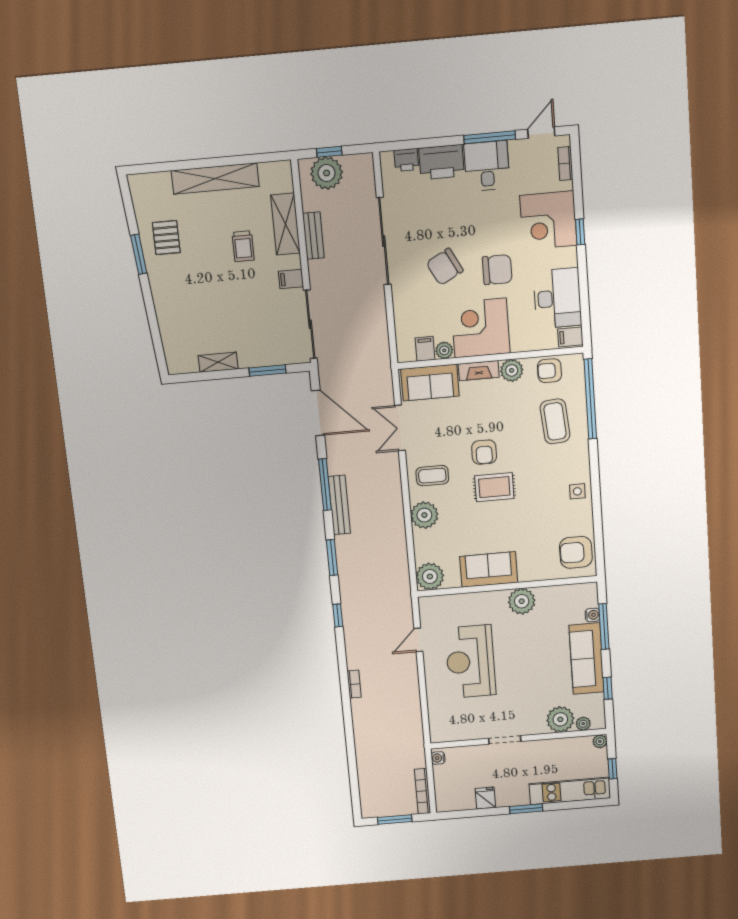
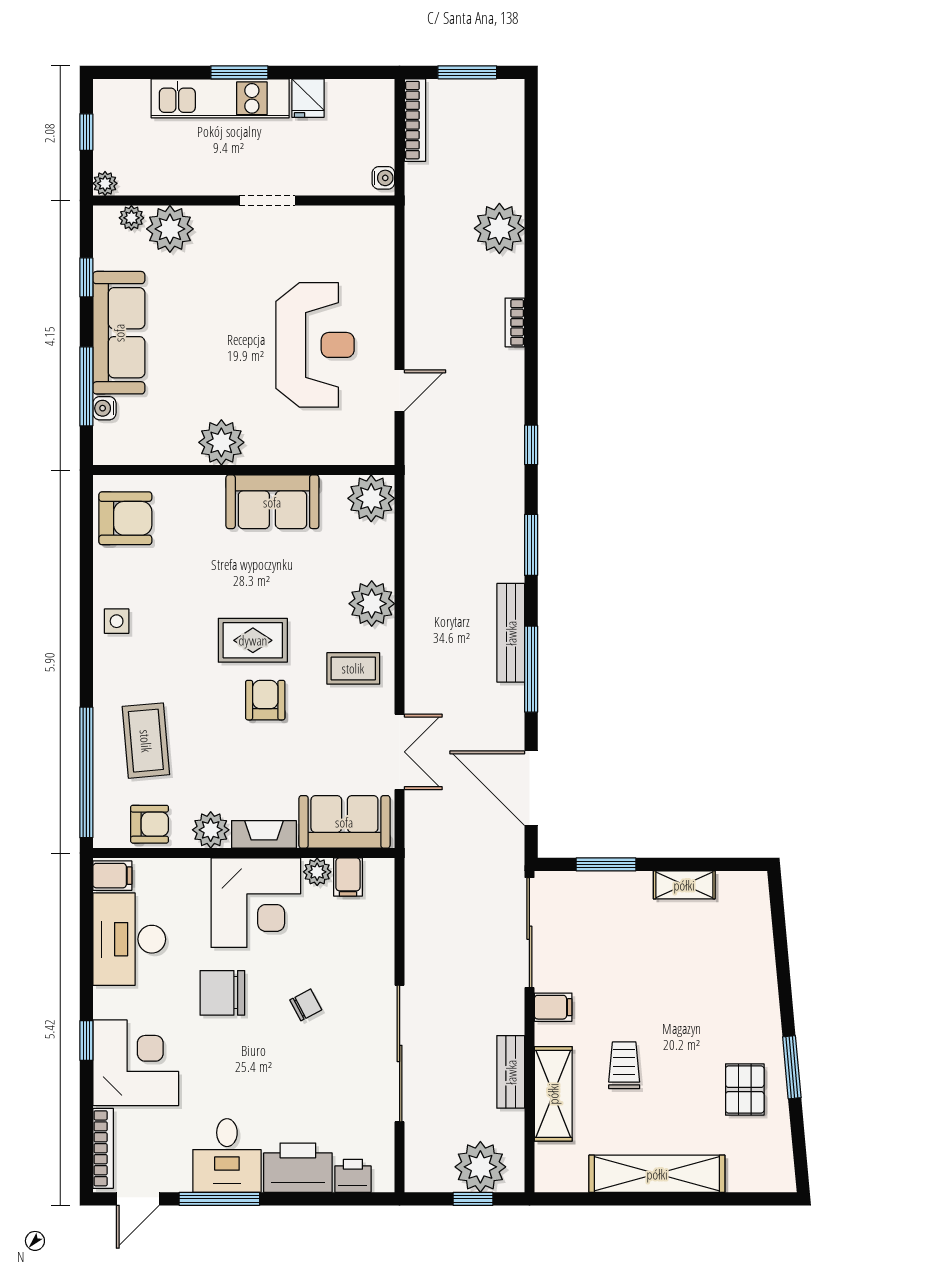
bookcase: (565, 164) -> (103, 1148), width x1.56
chair: (445, 267) -> (306, 1005), width x0.54, depth x0.54
plant: (368, 736) -> (499, 228), added
kitchen unit: (570, 791) -> (220, 98), moved

